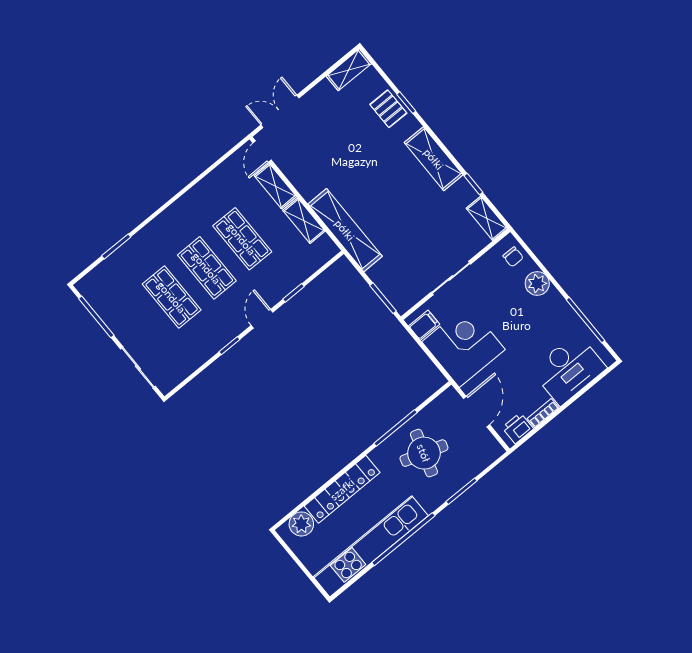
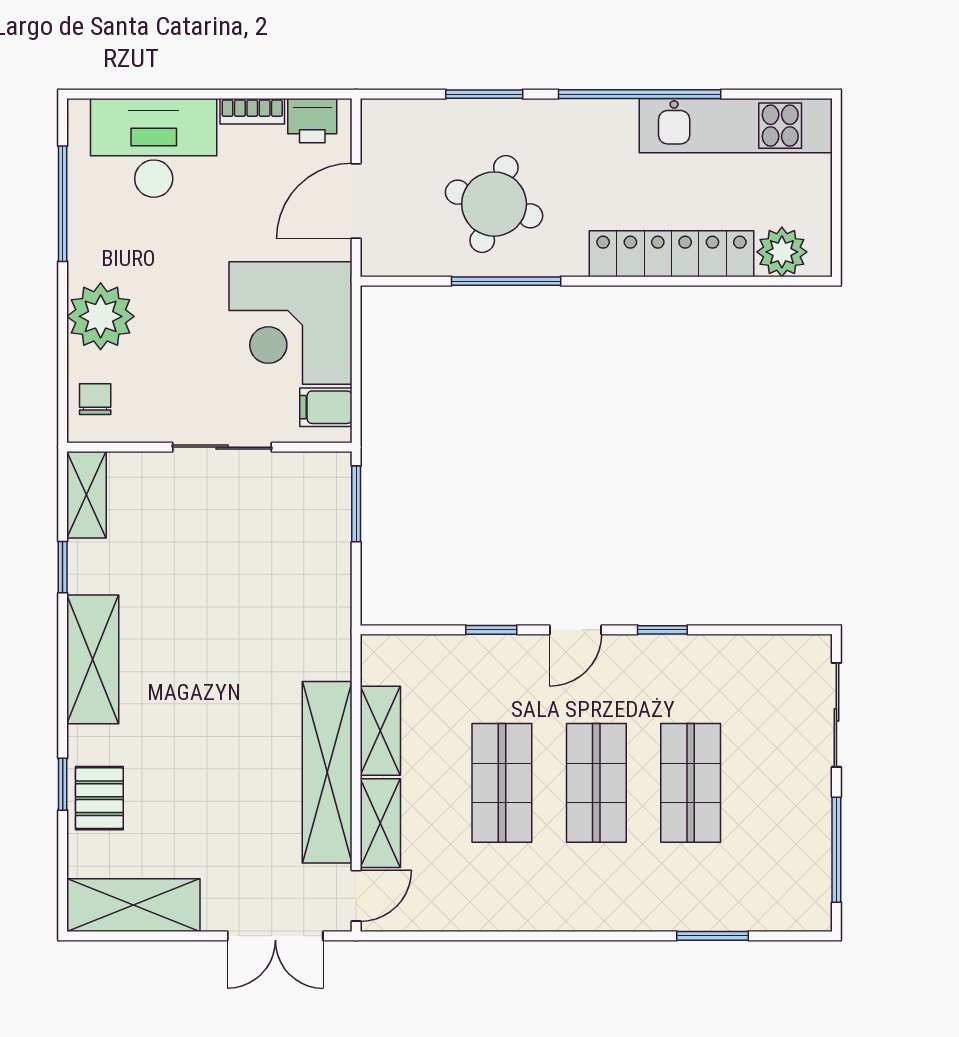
shelving: (349, 70) -> (133, 905), width x1.50, depth x1.33
shelving: (345, 230) -> (327, 772), moved
plant: (537, 283) -> (101, 316), width x1.36, depth x1.36
kitchen unit: (371, 546) -> (736, 126), width x0.73

